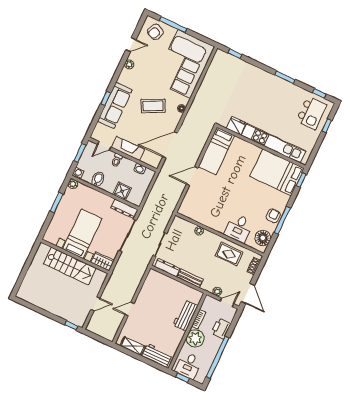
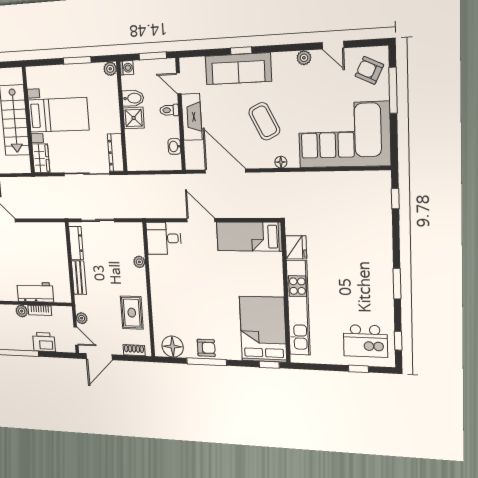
shower: (122, 191) -> (134, 118), moved
desk: (239, 228) -> (164, 238), moved
plant: (195, 338) -> (22, 311), width x0.53, depth x0.53

